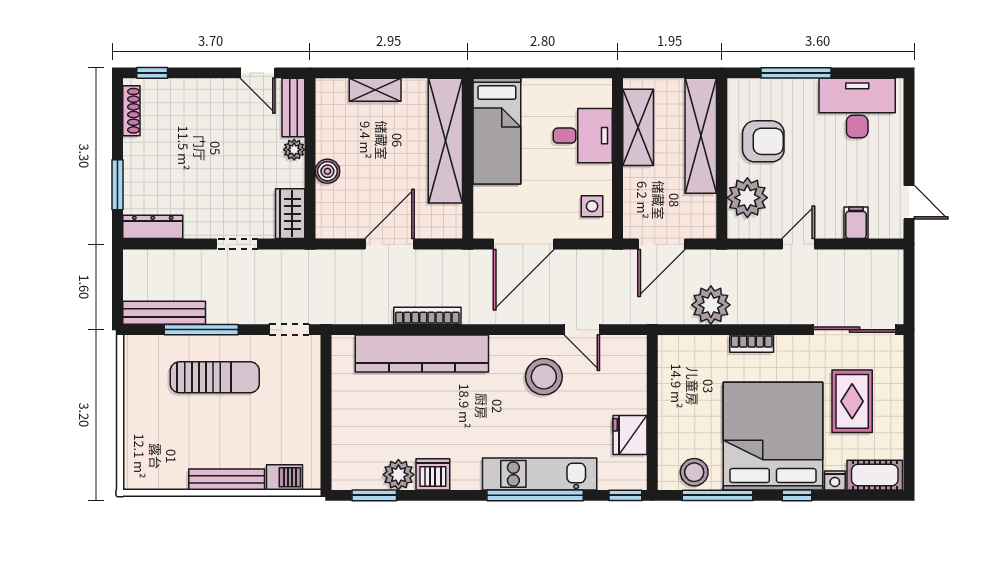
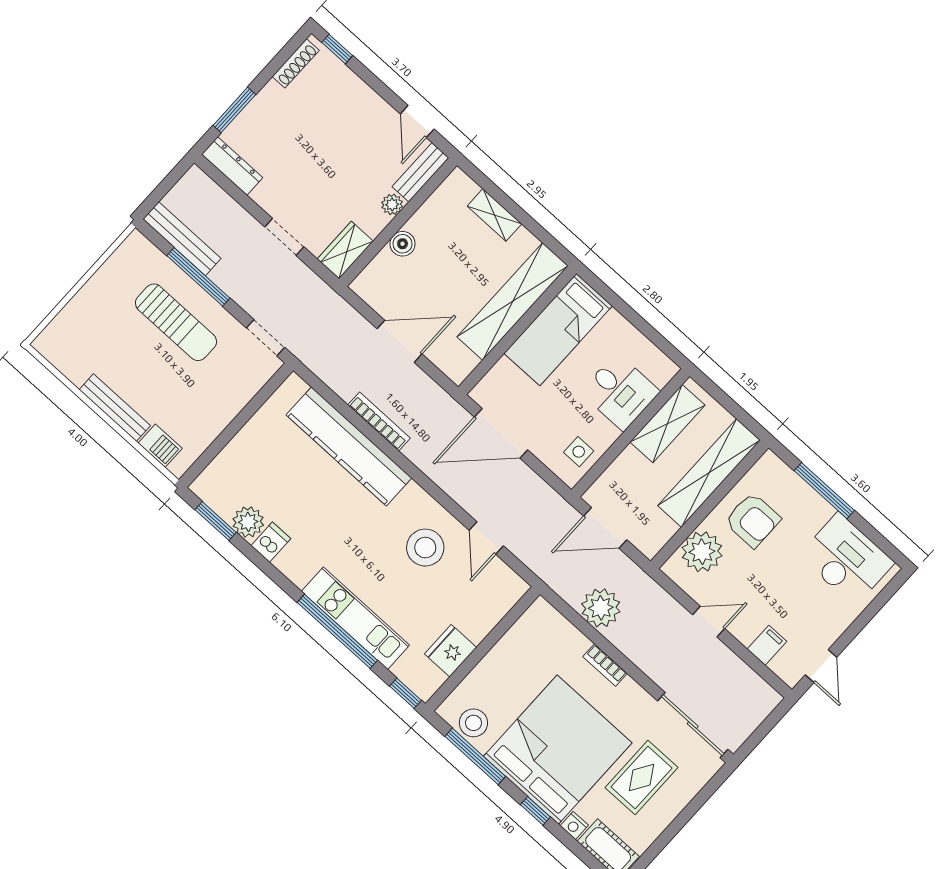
dishwasher: (433, 474) -> (271, 542), width x0.73

